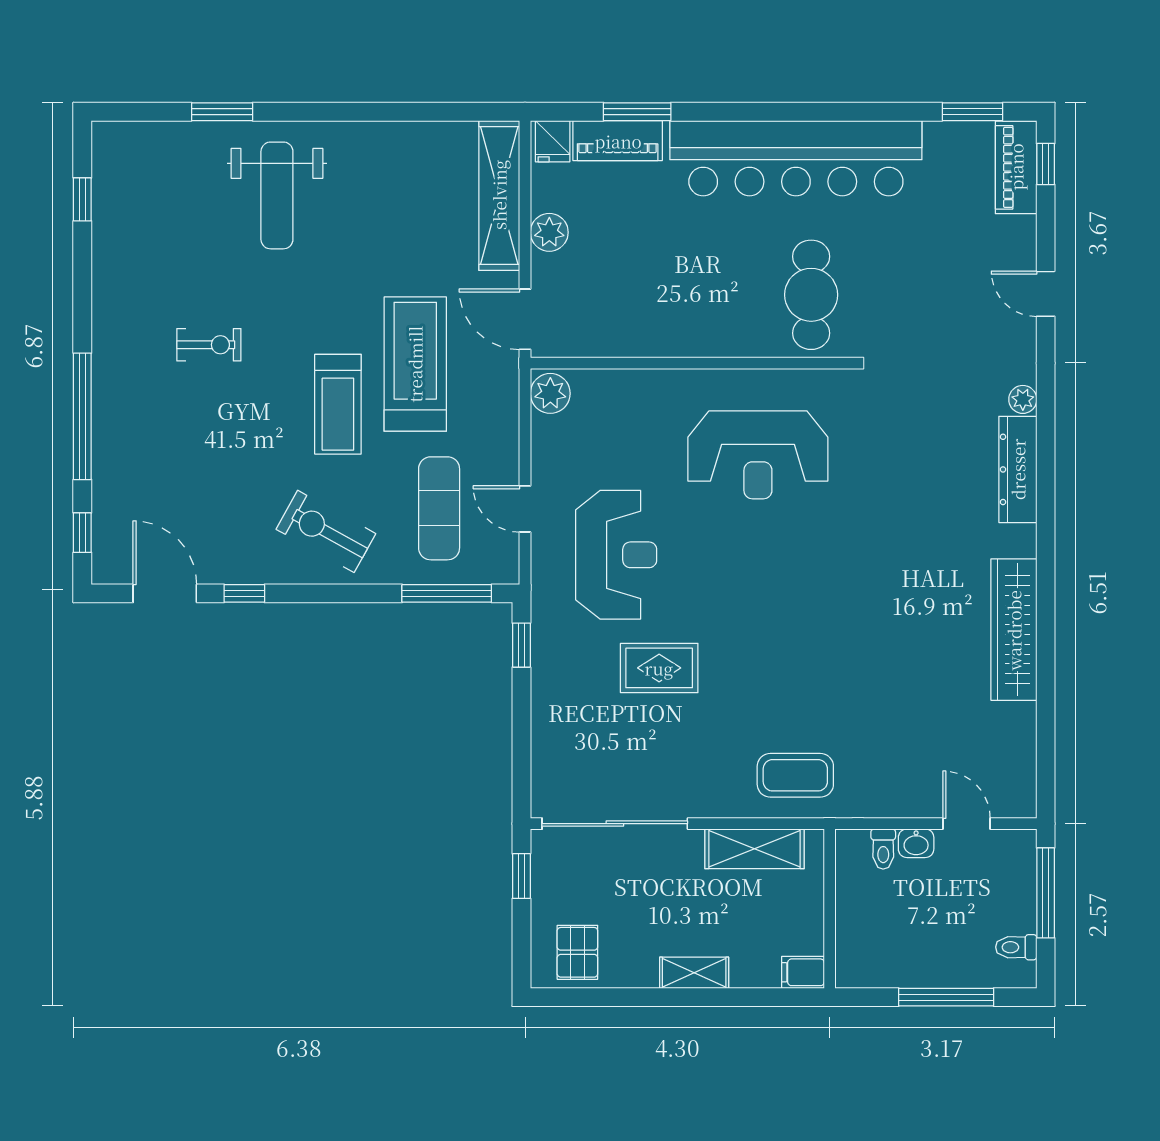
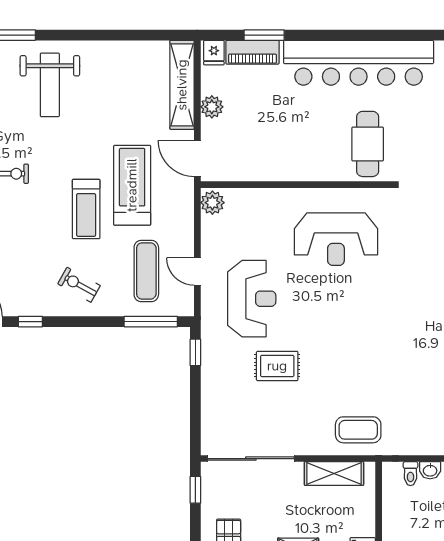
exercise bike: (326, 531) -> (79, 285), width x0.73, depth x0.72

